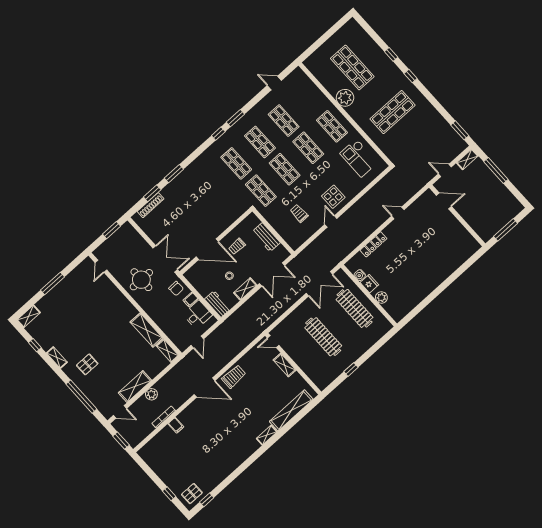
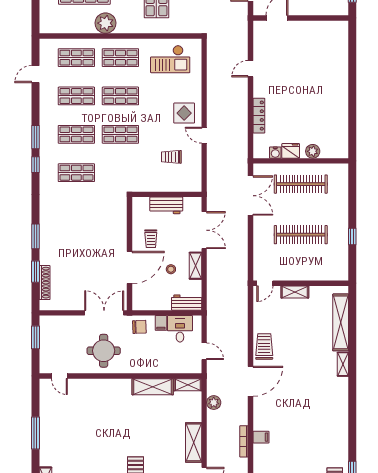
shop shelf: (261, 191) -> (76, 58), moved
plant: (151, 394) -> (214, 403), moved

